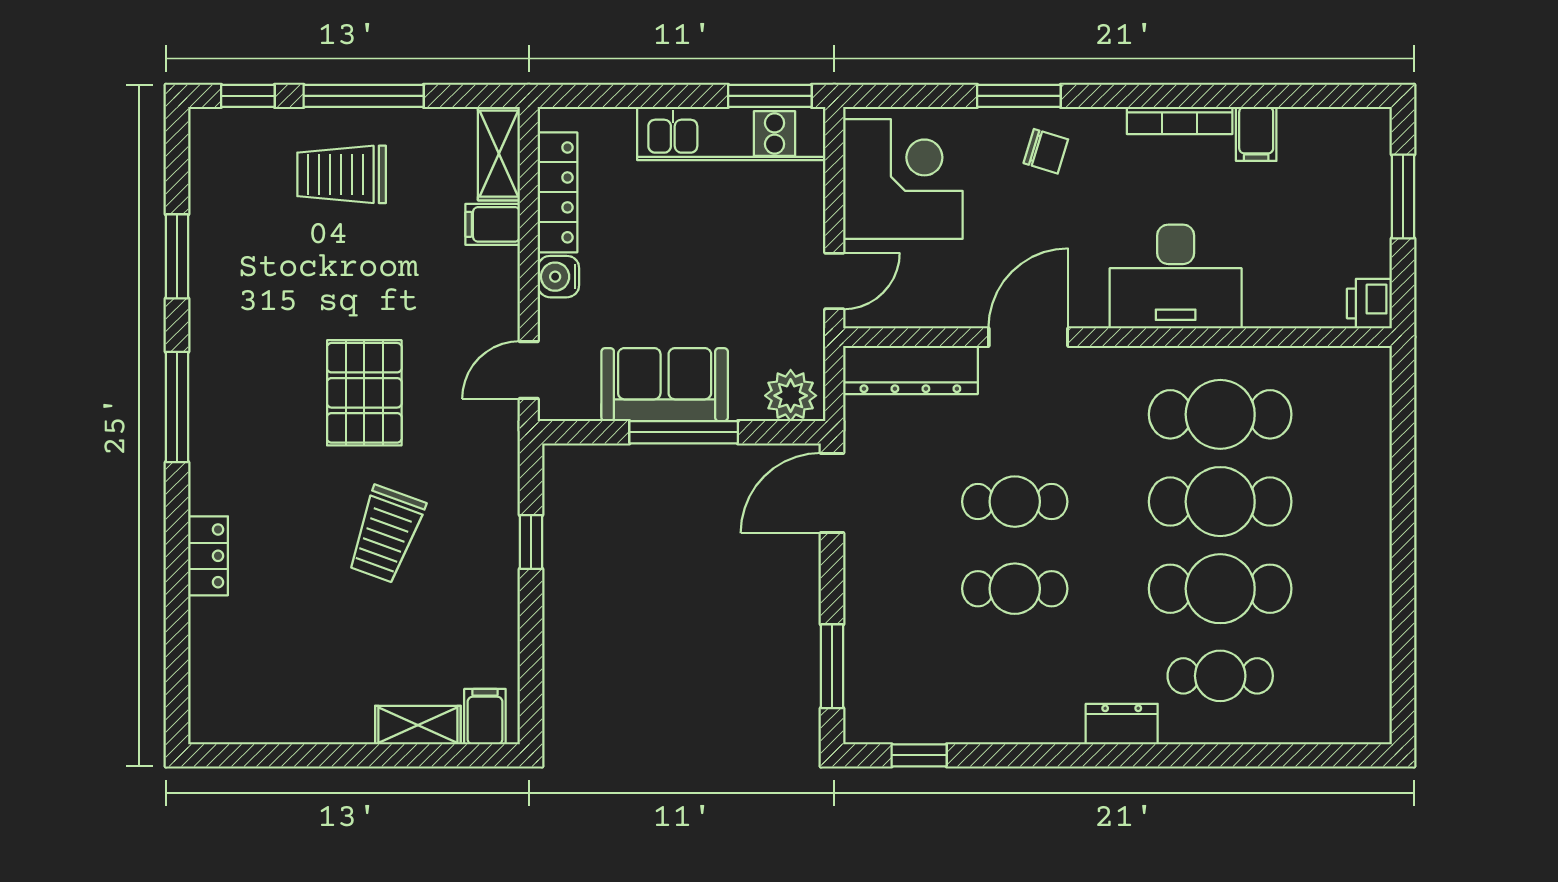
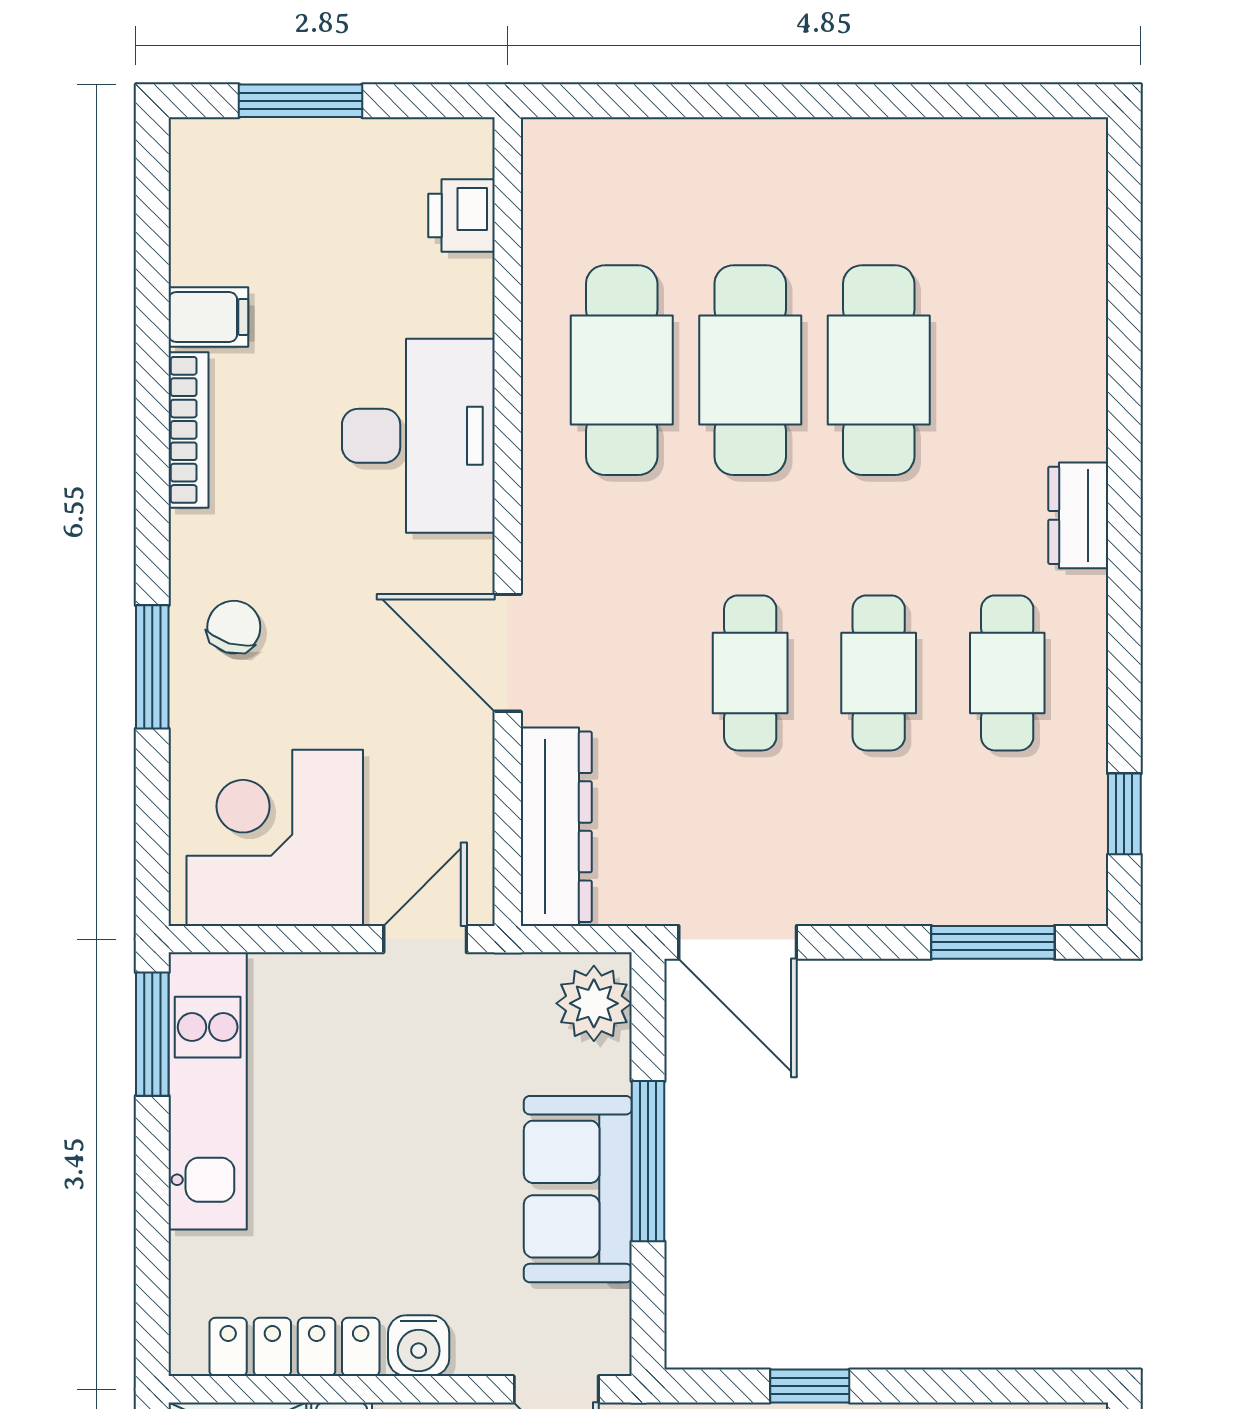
door: (834, 281) -> (425, 939), hinge flipped
printer: (1369, 304) -> (462, 216), moved, turned 90
cafe table: (1220, 676) -> (1007, 673), moved

